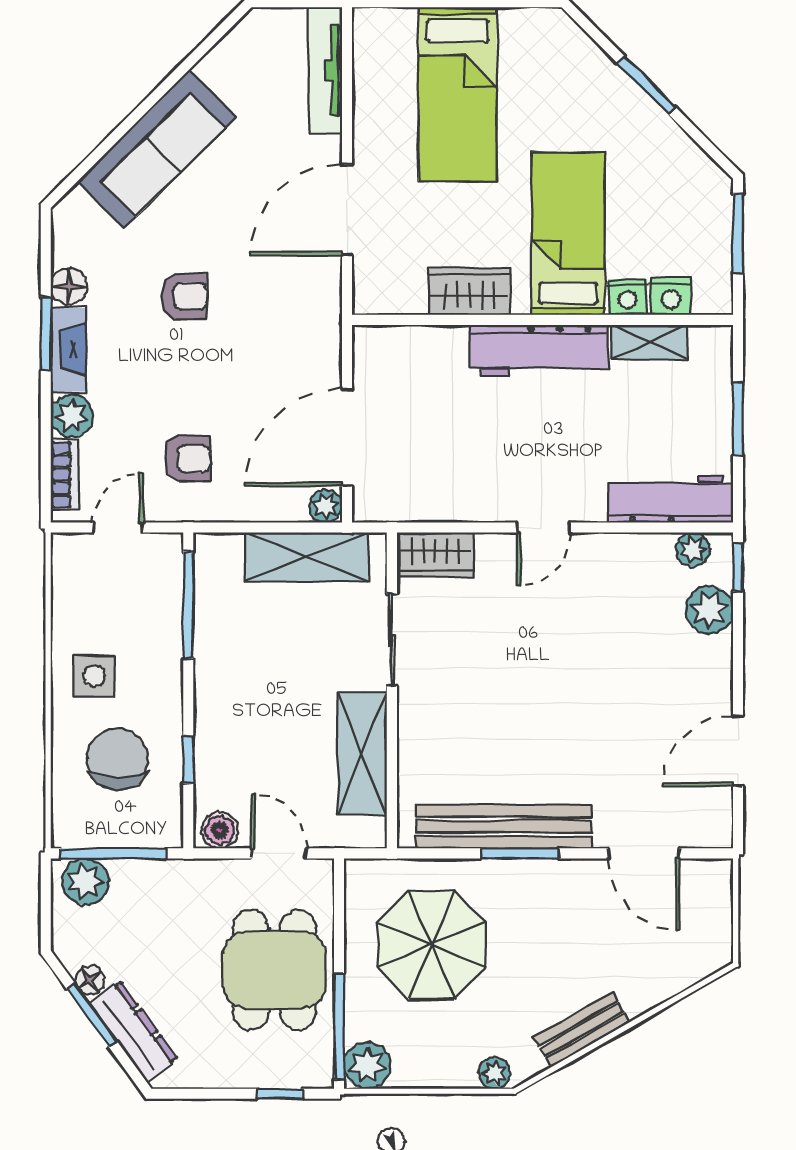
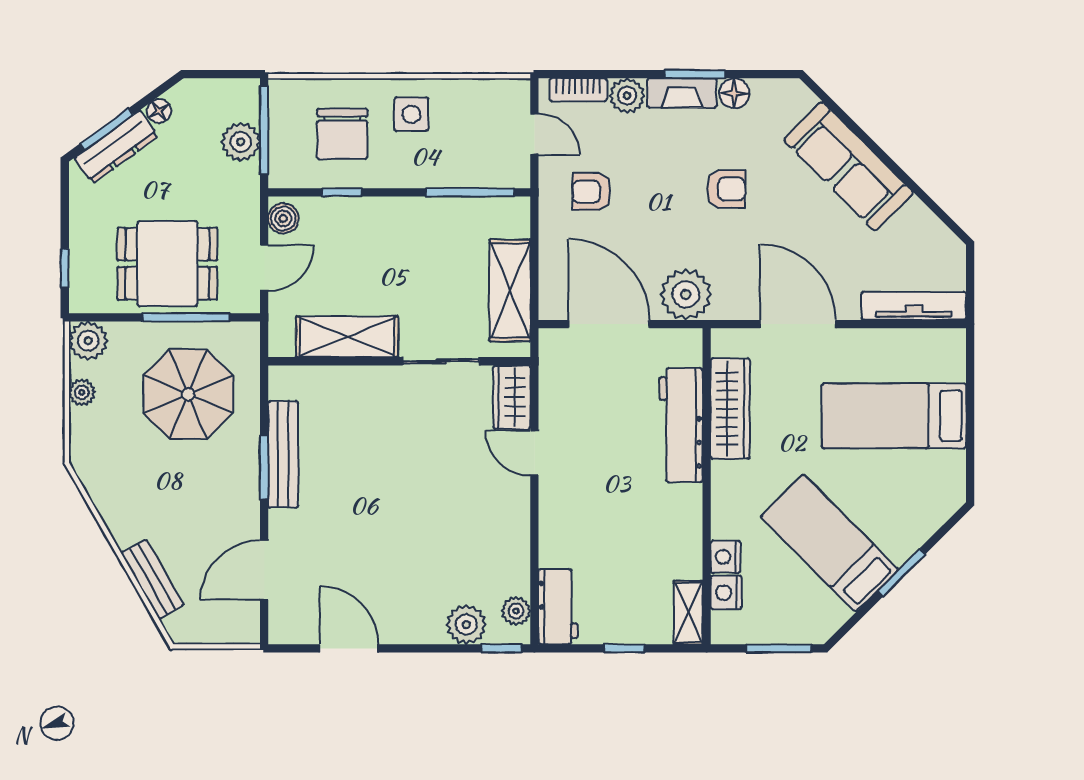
bed: (568, 233) -> (830, 543), moved, turned -135
wardrobe: (469, 291) -> (730, 409), width x1.50
armchair: (184, 296) -> (726, 189), turned -90
shelving: (649, 342) -> (688, 613), moved
workbench: (539, 351) -> (681, 425), moved
window: (738, 419) -> (624, 648), width x0.67
armchair: (187, 459) -> (591, 192), turned 90
workbench: (671, 499) -> (558, 607), width x0.73
plant: (326, 506) -> (686, 294), moved, width x1.87, depth x1.87
door: (544, 528) -> (534, 453), moved
chair: (118, 759) -> (342, 134), turned 90
bench: (504, 827) -> (283, 454), width x0.73, depth x0.82
plant: (85, 882) -> (241, 142), moved
window: (92, 1015) -> (107, 129), moved
window: (339, 1027) -> (186, 317), moved
bench: (582, 1030) -> (152, 579), moved
plant: (494, 1073) -> (82, 392), moved

